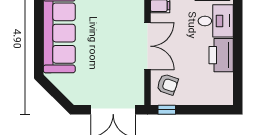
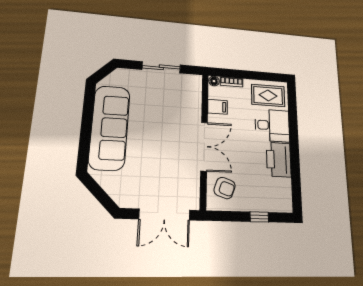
window: (167, 110) -> (259, 217), moved

